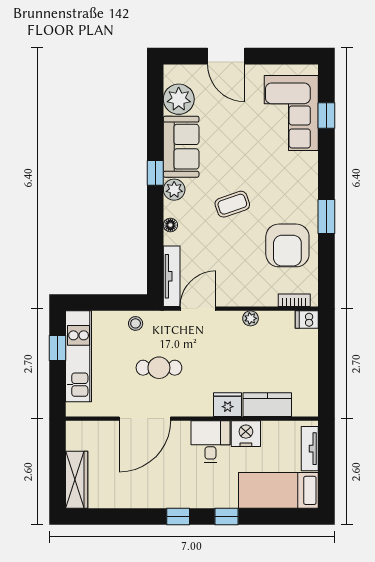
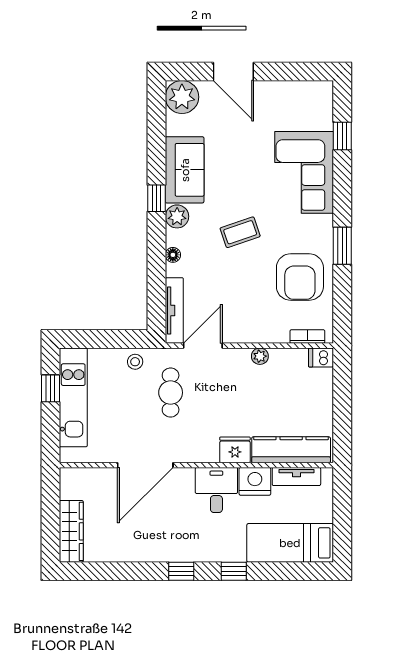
plant: (179, 99) -> (182, 97), moved
corner sofa: (291, 113) -> (304, 172), moved
cafe table: (159, 368) -> (171, 393), moved, turned 90
kitchen counter: (267, 405) -> (291, 450), width x1.50
tv unit: (310, 449) -> (296, 476), moved, turned -90

